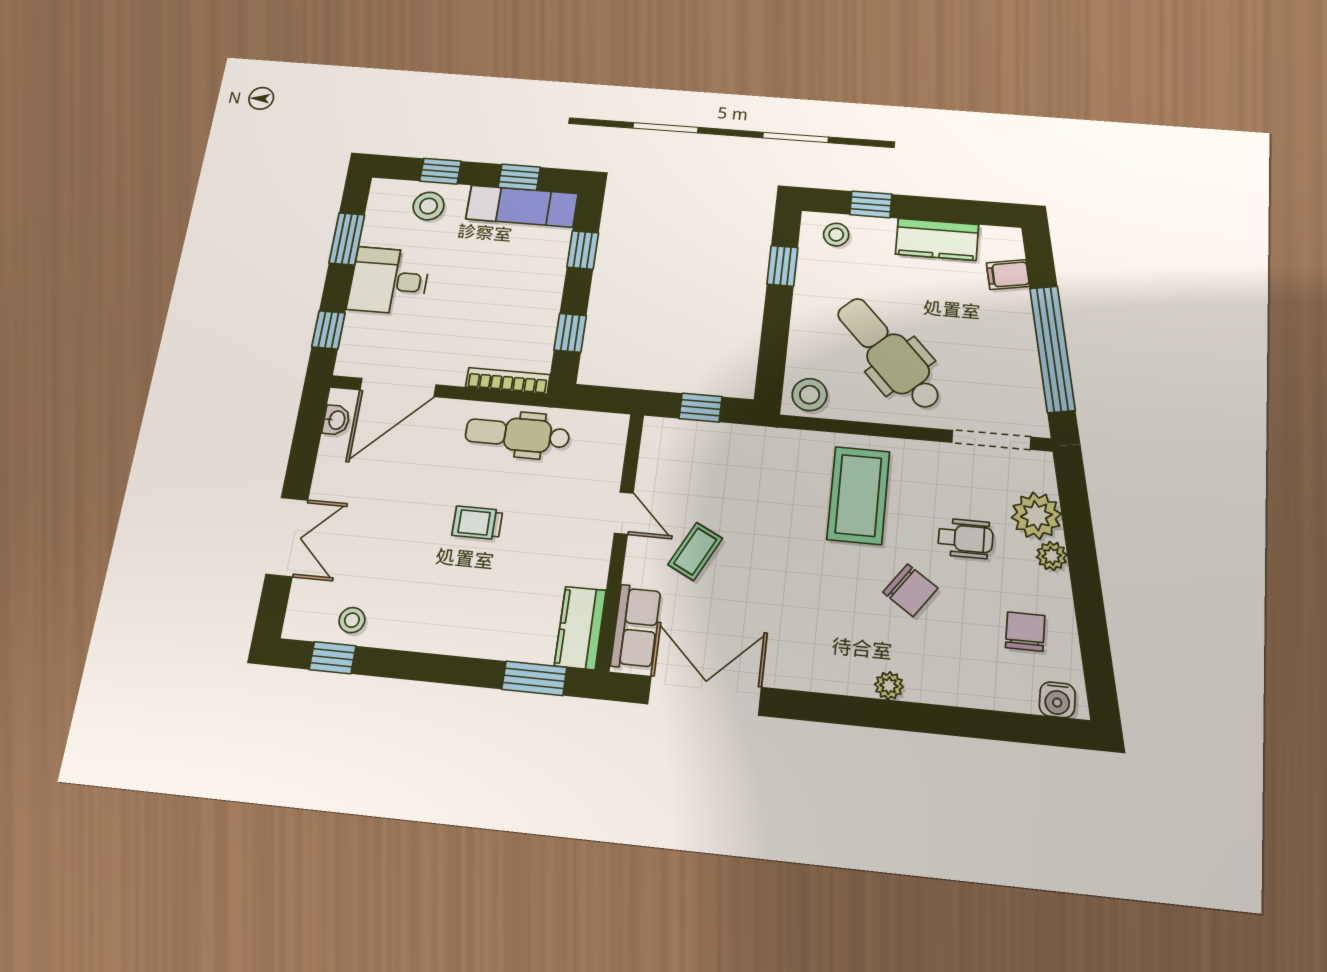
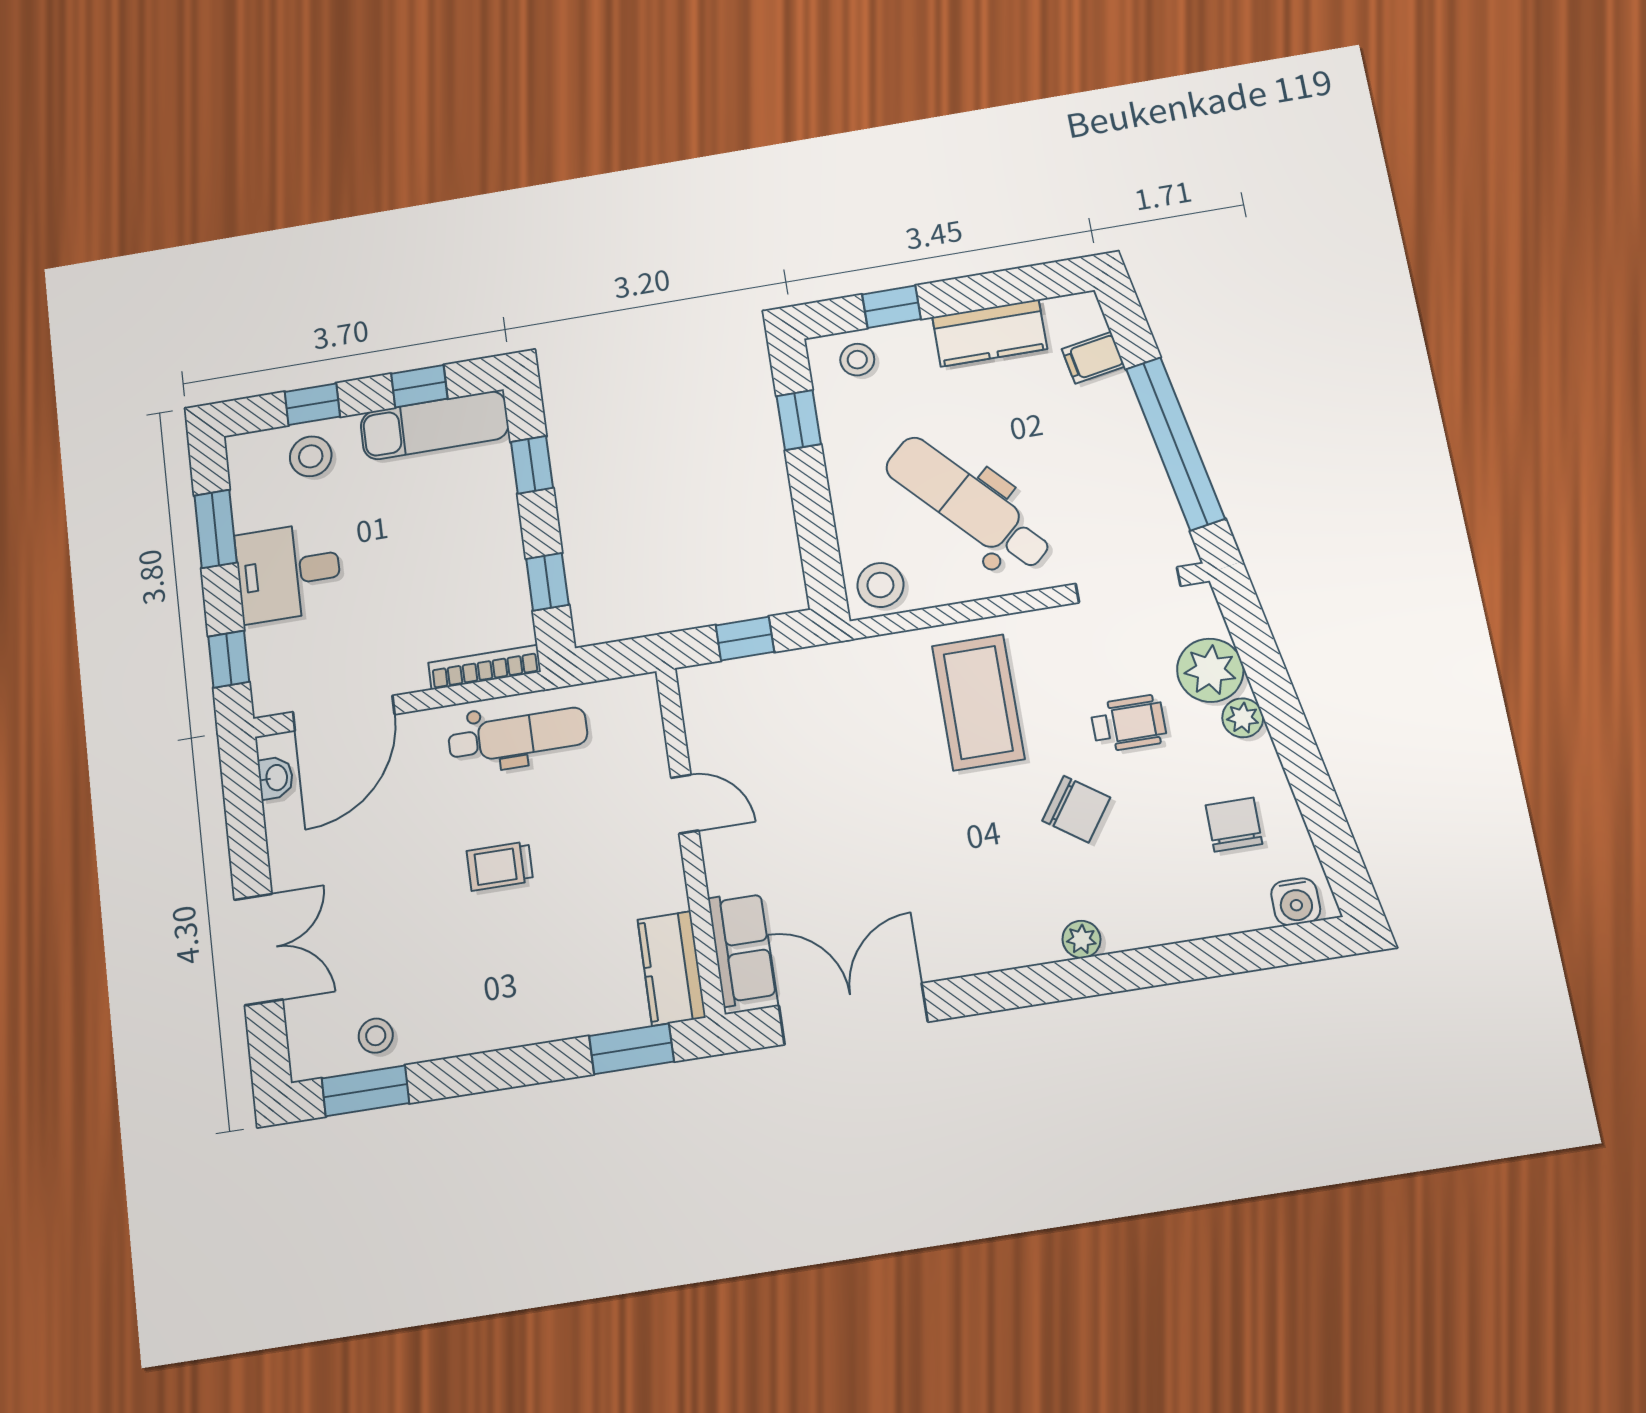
dental chair: (517, 434) -> (518, 736), turned 180
coffee table: (695, 551) -> (790, 830), removed
window: (333, 658) -> (365, 1091), width x1.50

